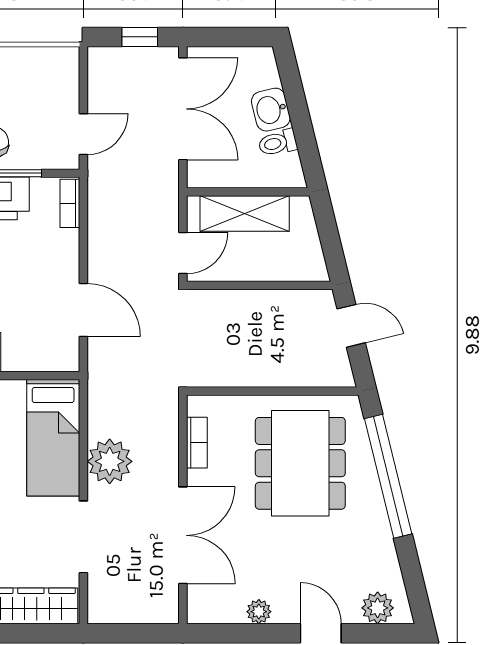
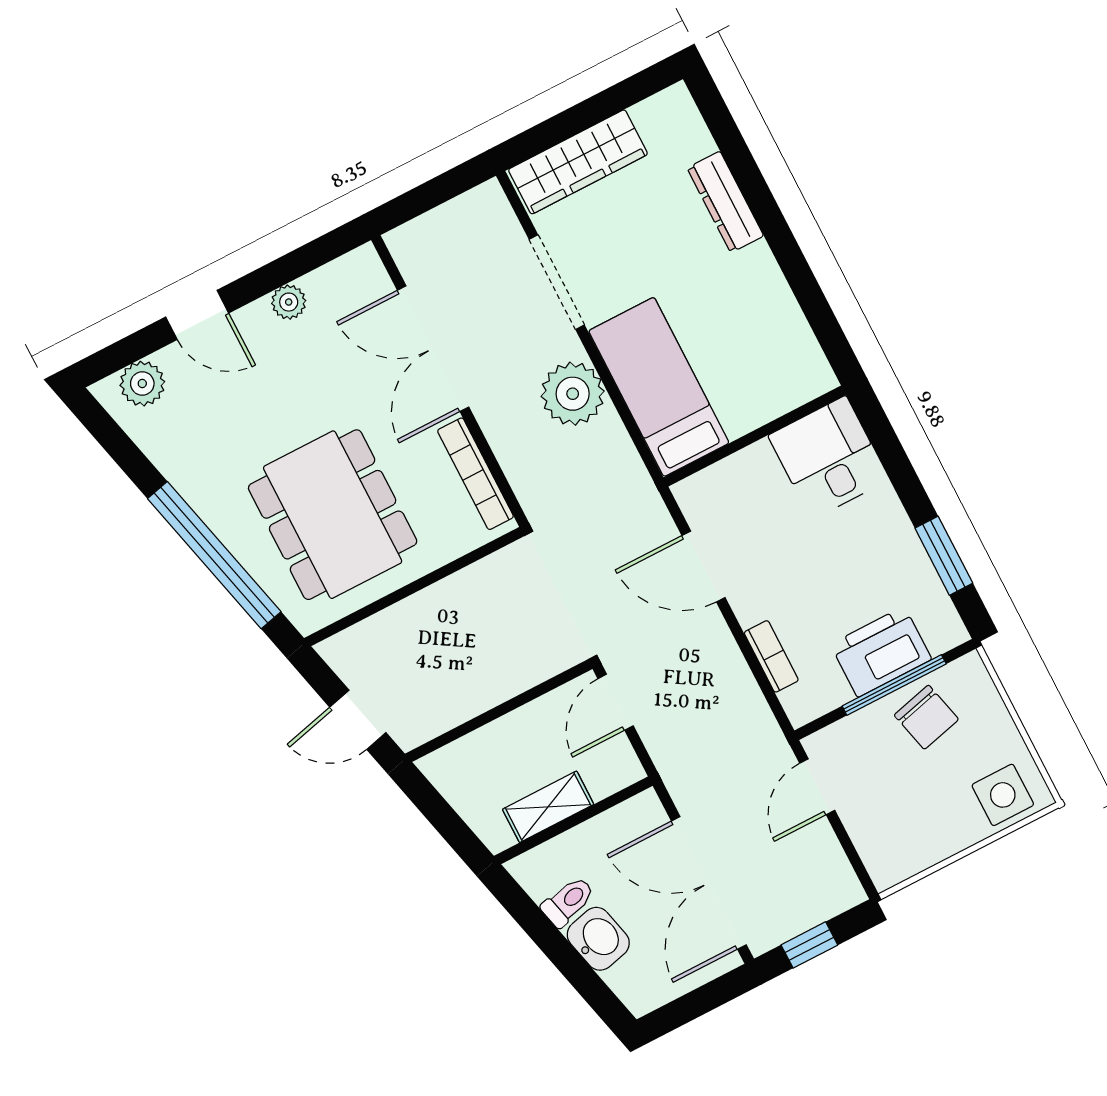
bookcase: (70, 203) -> (771, 656), moved
shelving: (245, 213) -> (548, 807), width x0.67, depth x0.75
bookcase: (197, 443) -> (475, 474), width x1.56

